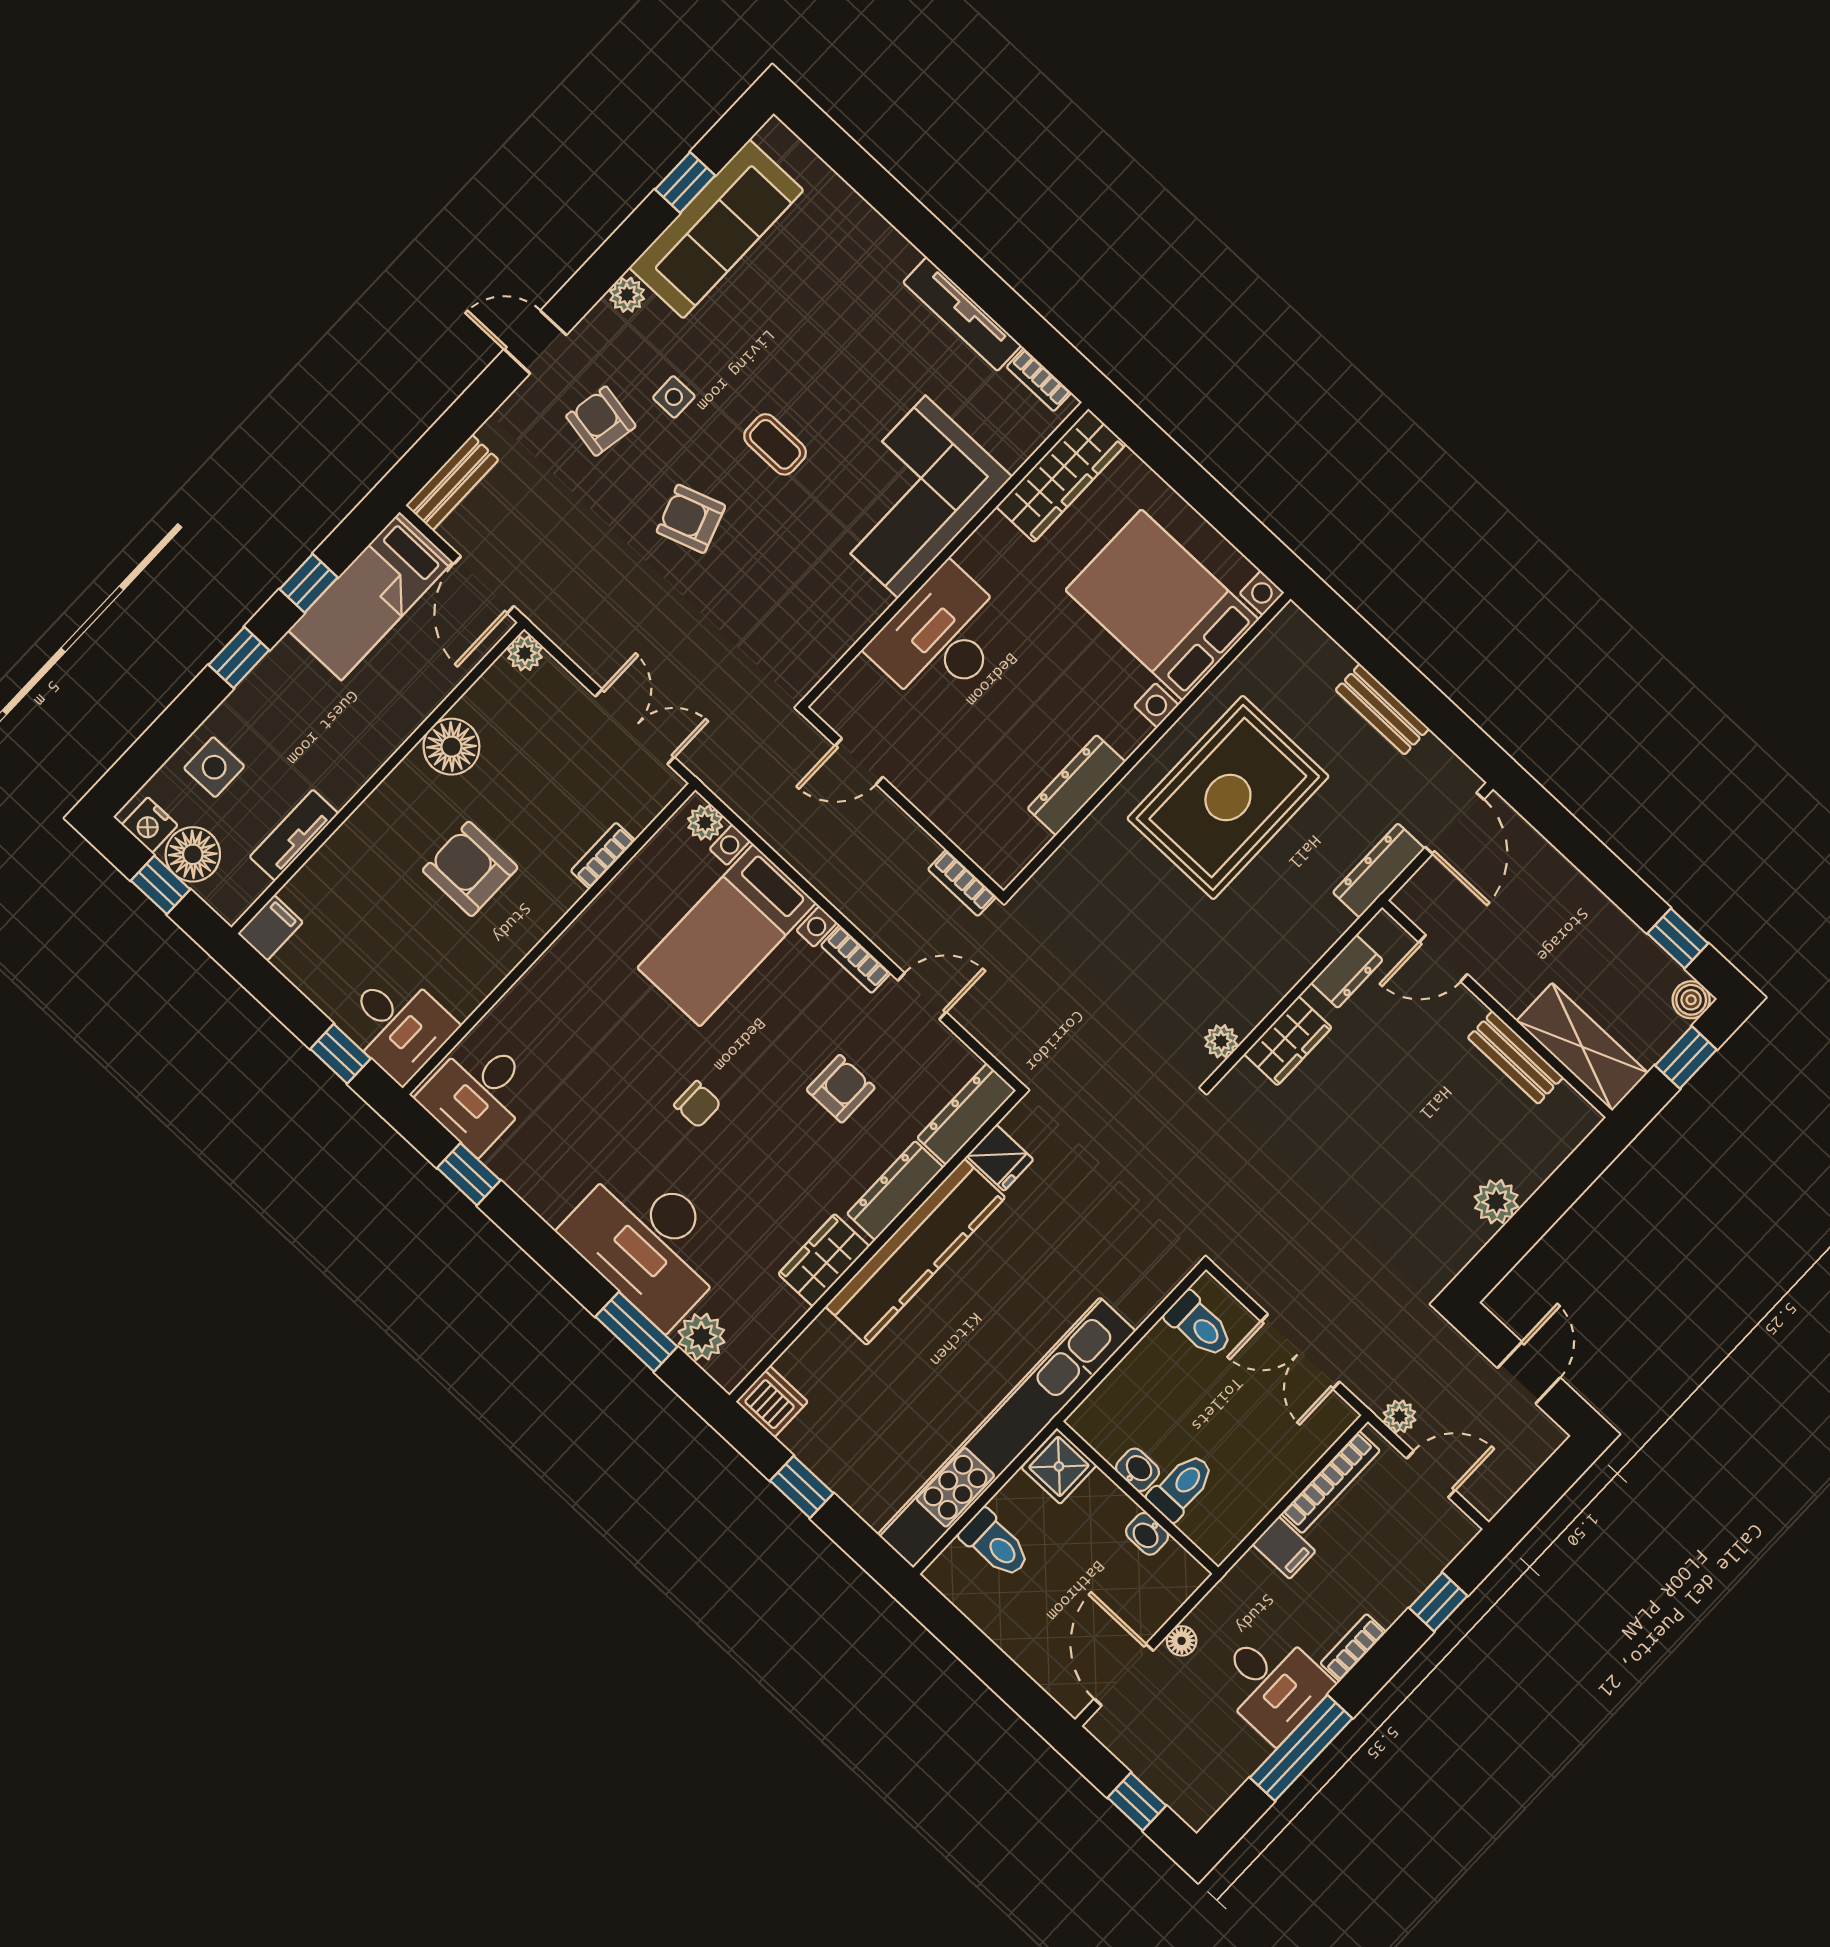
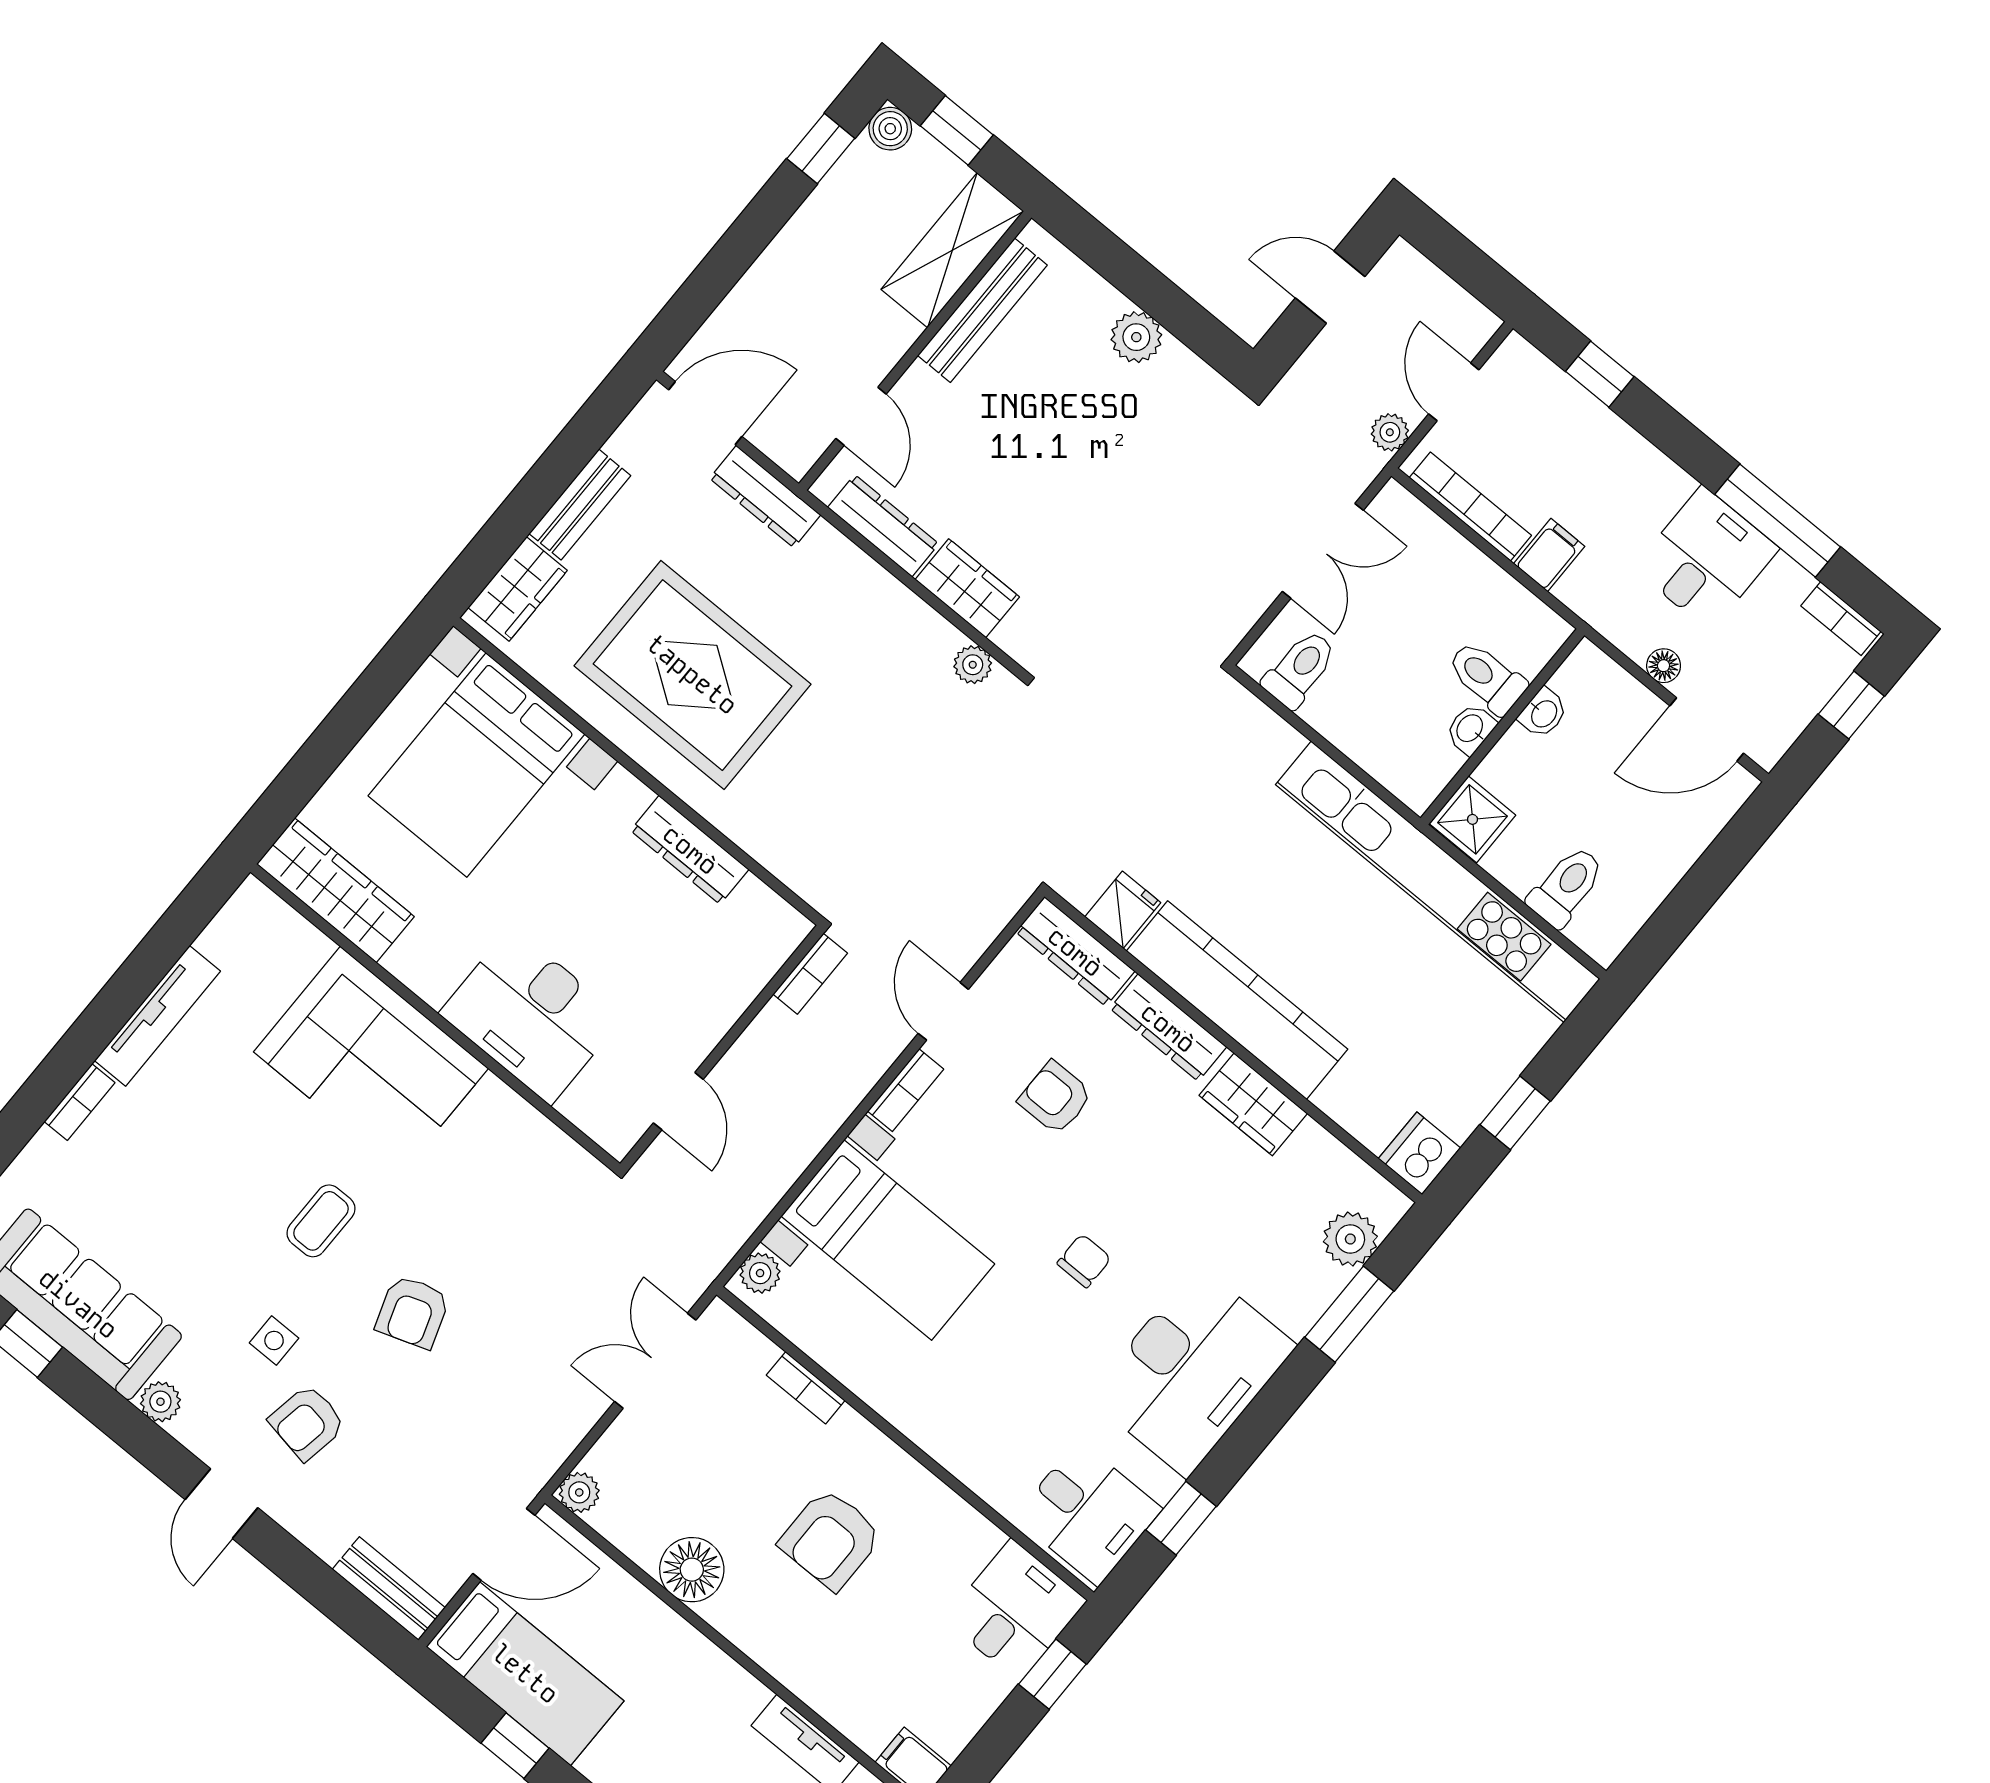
bookcase: (1039, 380) -> (80, 1102), moved
wardrobe: (1312, 651) -> (518, 589), added
dresser: (1347, 971) -> (883, 526), width x1.44
bench: (1515, 1057) -> (982, 310), width x1.36
desk: (649, 1242) -> (1192, 1371), moved
bookcase: (1353, 1648) -> (1841, 619), moved

